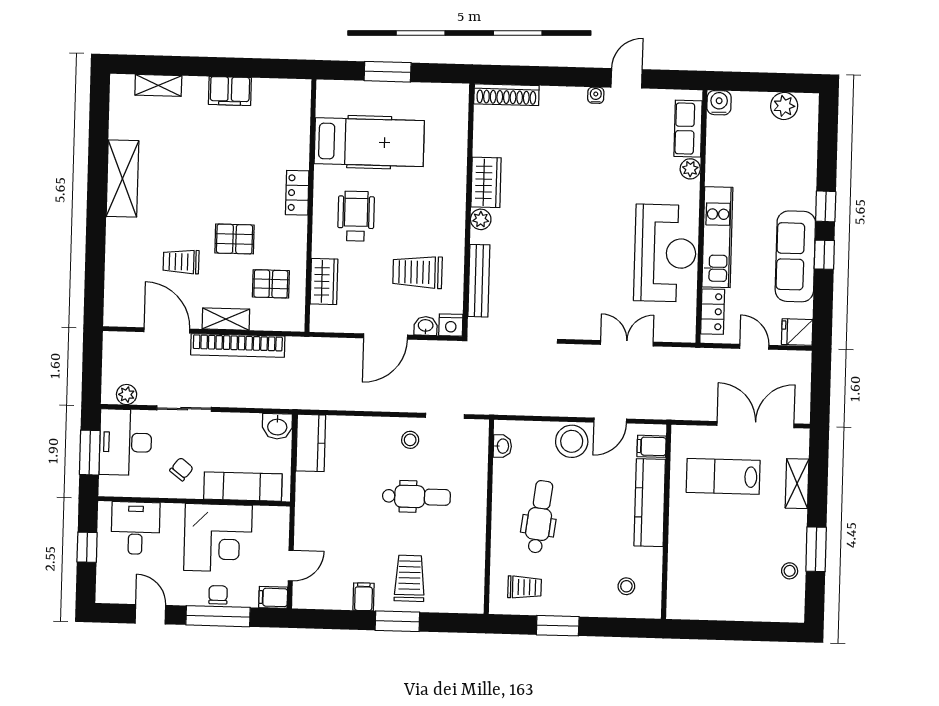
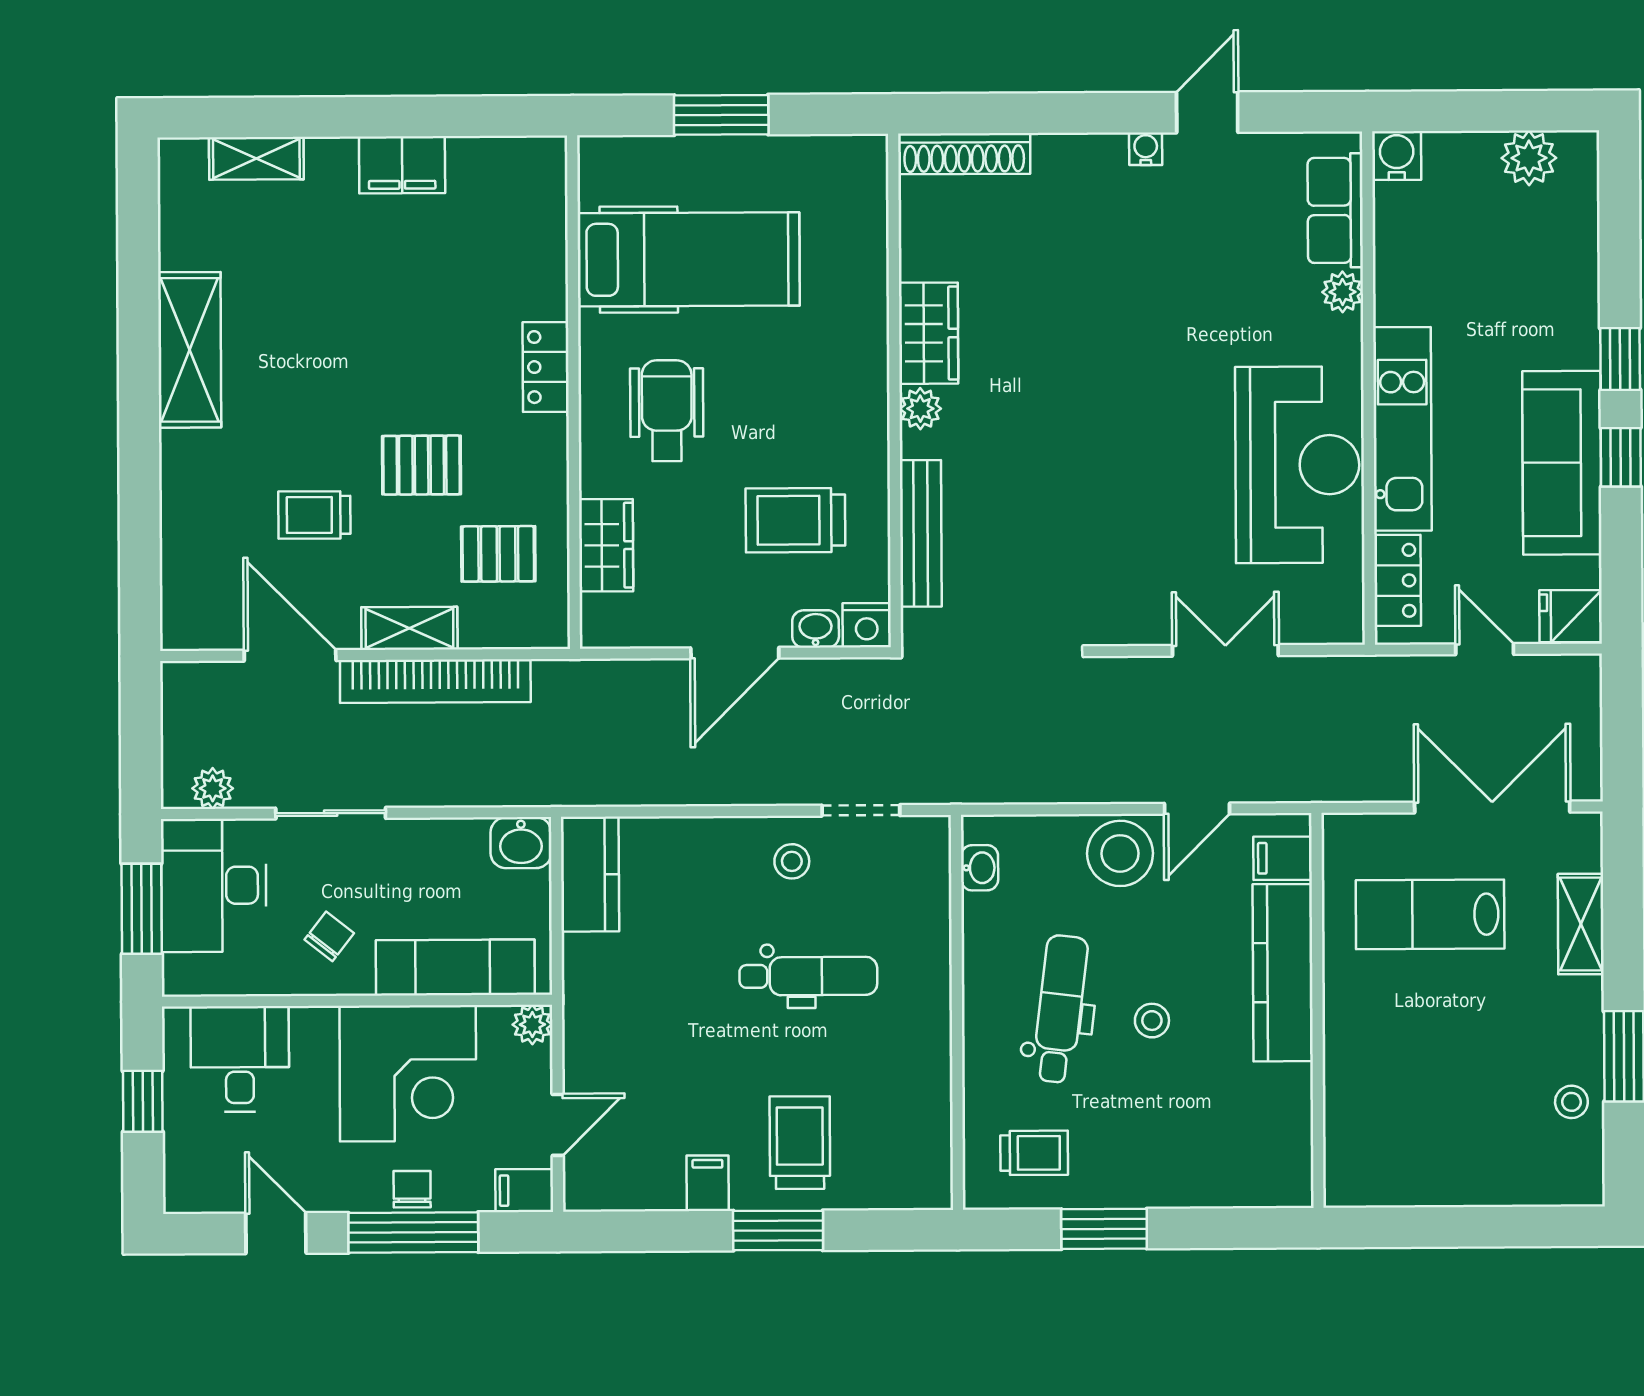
plant: (280, 516) -> (532, 1025), added
stool: (626, 586) -> (1152, 1021), moved

